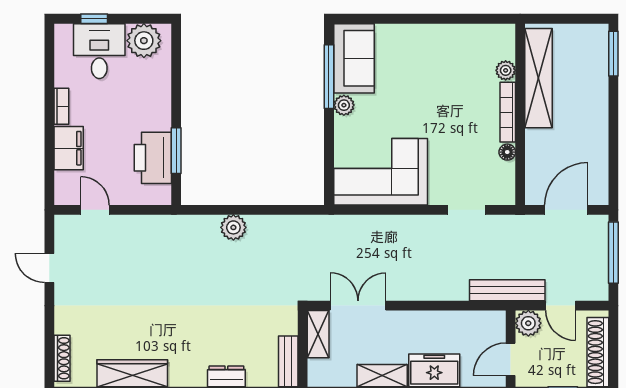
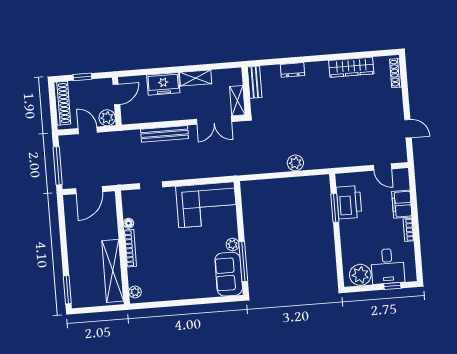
plant: (506, 70) -> (135, 292), moved
bench: (507, 290) -> (165, 134), moved

